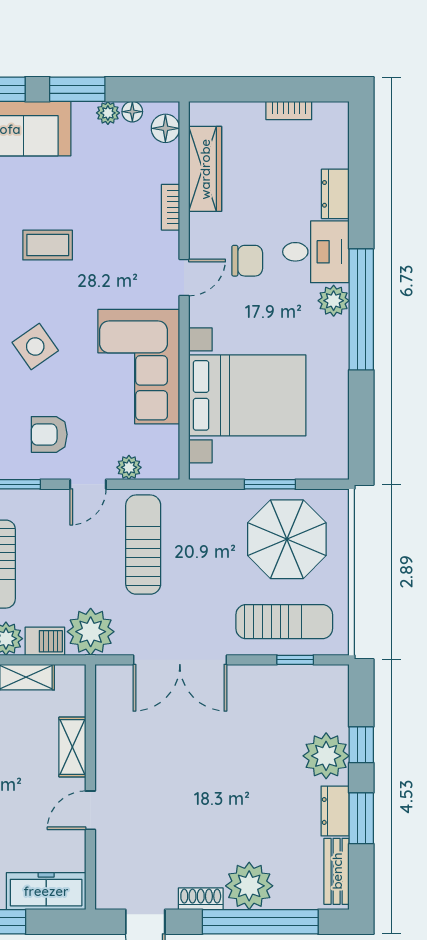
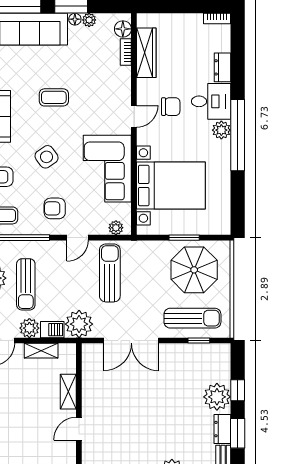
bookcase: (289, 110) -> (217, 19), moved
floor lamp: (132, 112) -> (75, 19), moved
bookcase: (171, 207) -> (126, 52), moved
plant: (129, 467) -> (116, 228), moved

